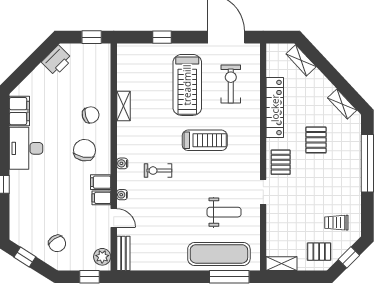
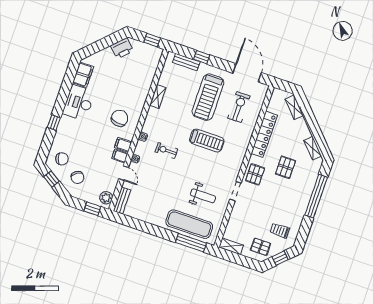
bench: (145, 50) -> (186, 62), added
chair: (91, 115) -> (62, 159), moved

